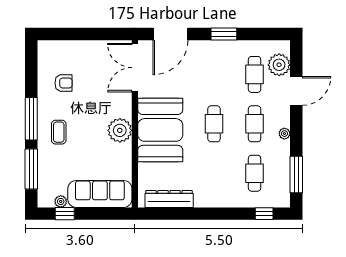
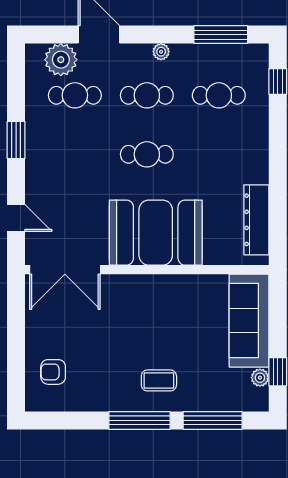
door: (170, 34) -> (16, 218), width x0.53
armchair: (63, 83) -> (53, 372), moved, turned -90
plant: (120, 130) -> (156, 292), removed

